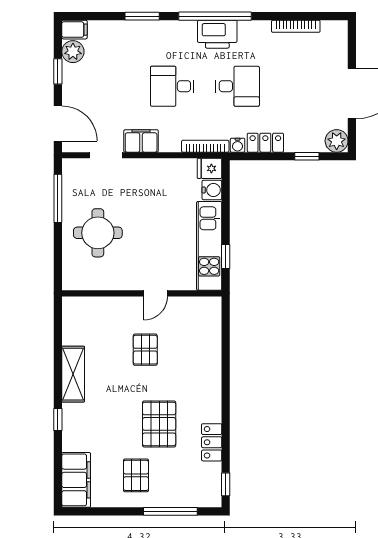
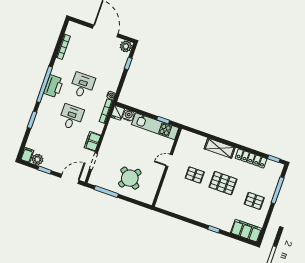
desk: (172, 86) -> (71, 117), turned 180
locker: (265, 143) -> (115, 81), removed
round table: (98, 233) -> (130, 178), turned 35
door: (155, 293) -> (169, 160), swing flipped
shelving: (73, 374) -> (220, 148), moved
pallet: (159, 424) -> (223, 183), moved
locker: (212, 442) -> (251, 158), width x1.53

